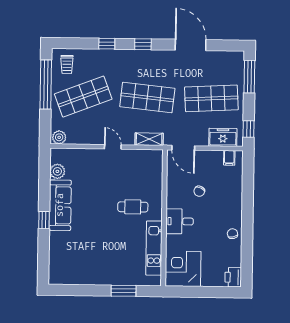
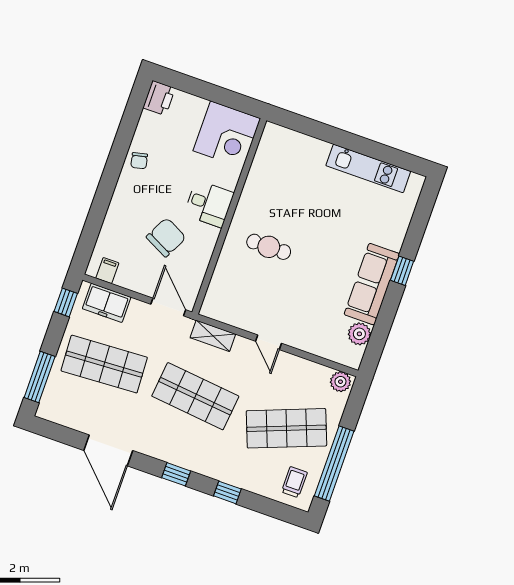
chair: (199, 191) -> (166, 237), width x1.87, depth x1.87
kitchen unit: (154, 248) -> (368, 168), moved, turned 90
window: (124, 291) -> (322, 132), removed

